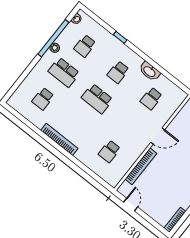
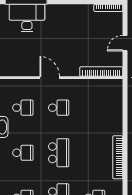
school desk: (109, 151) -> (59, 108), moved
bookcase: (141, 166) -> (101, 72), moved
door: (131, 205) -> (125, 43), moved

